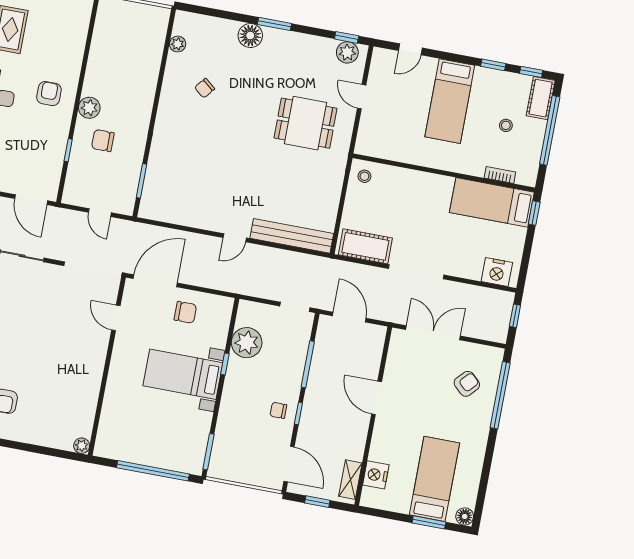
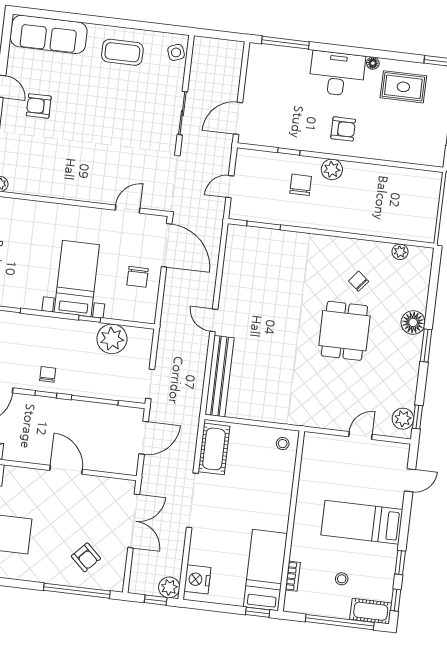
door: (410, 49) -> (410, 480), swing flipped
dining table: (306, 123) -> (344, 331), moved
plant: (503, 301) -> (169, 587), added
door: (377, 398) -> (66, 470), hinge flipped

